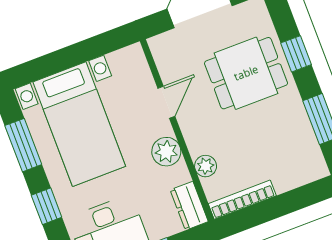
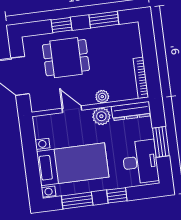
dining table: (246, 73) -> (66, 58), turned 90
plant: (206, 166) -> (102, 97), moved
dresser: (189, 206) -> (131, 111), width x1.44

